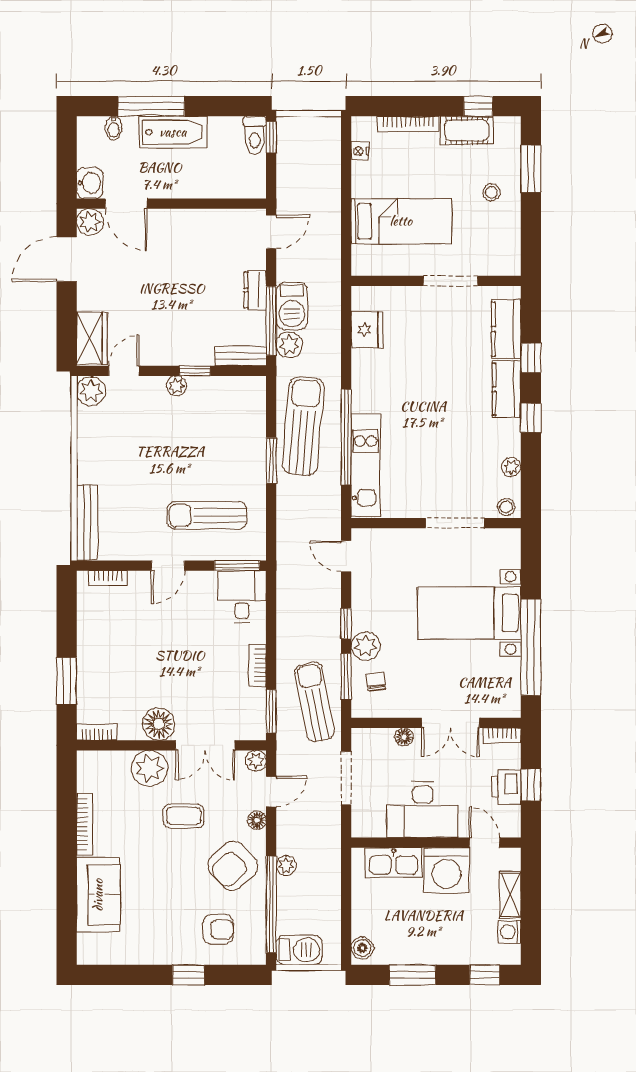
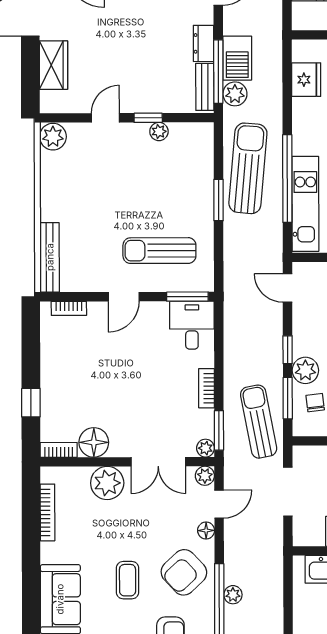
wardrobe: (92, 338) -> (54, 65), moved
bench: (241, 356) -> (205, 87), moved, turned 90
door: (124, 371) -> (105, 118), moved
plant: (176, 386) -> (159, 132), moved
window: (67, 681) -> (31, 403), width x0.67
floor lamp: (159, 724) -> (94, 442), moved
plant: (257, 731) -> (205, 448), added
coffee table: (184, 816) -> (128, 580), moved, turned 90
bookcase: (84, 824) -> (47, 512), moved
plant: (286, 866) -> (233, 595), moved

